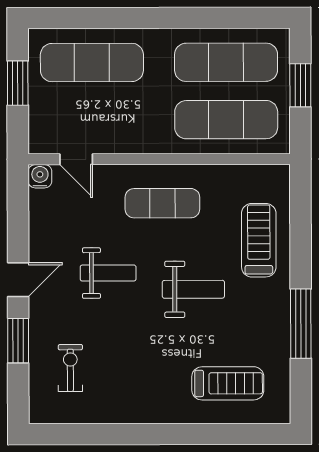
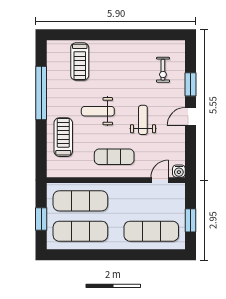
door: (76, 159) -> (160, 180), hinge flipped
treadmill: (259, 240) -> (63, 137), turned 180
weight bench: (108, 273) -> (143, 120), turned 90
window: (301, 324) -> (41, 93), width x1.46
treadmill: (228, 383) -> (80, 61), turned -90

